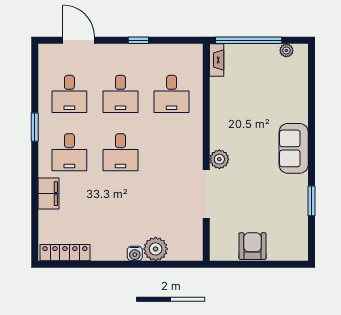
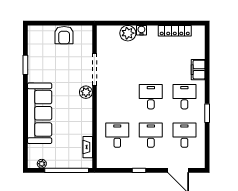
fireplace: (217, 60) -> (88, 147), moved
sofa: (294, 148) -> (40, 113), width x1.85, depth x1.27
locker: (65, 253) -> (175, 31), moved

